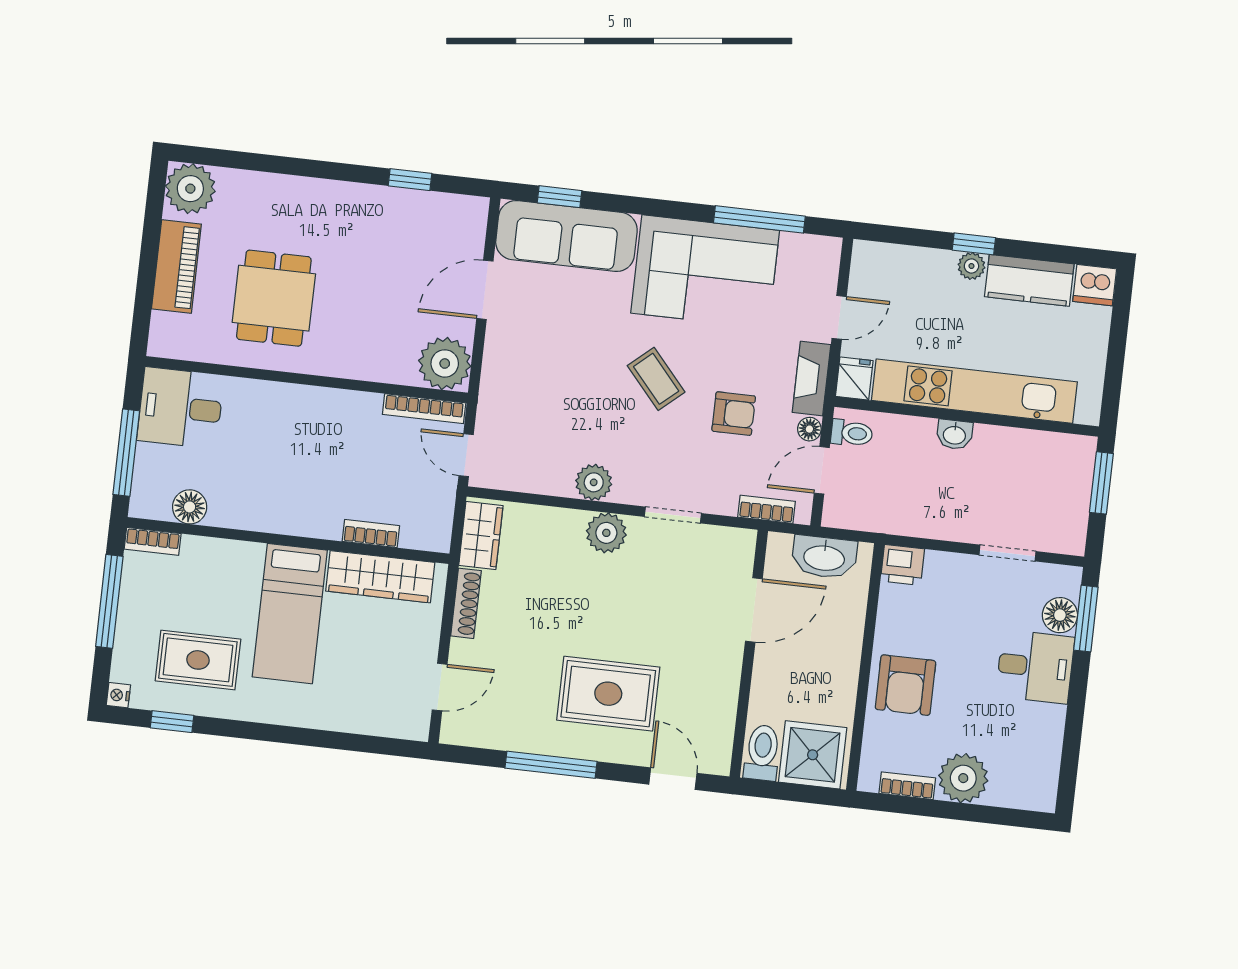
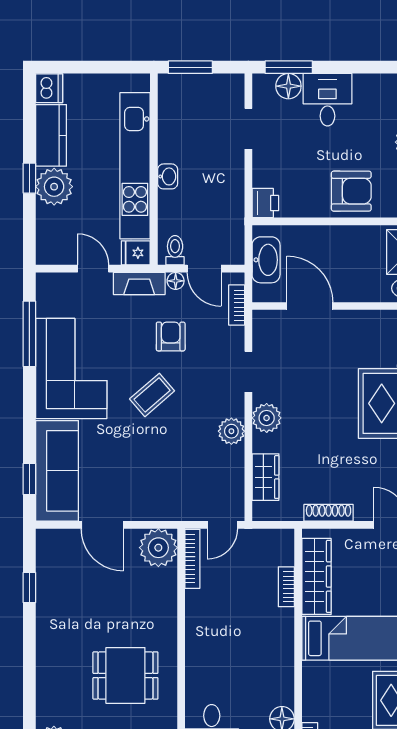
plant: (971, 266) -> (54, 187), width x1.87, depth x1.87
wardrobe: (481, 535) -> (266, 477), moved, turned 90

